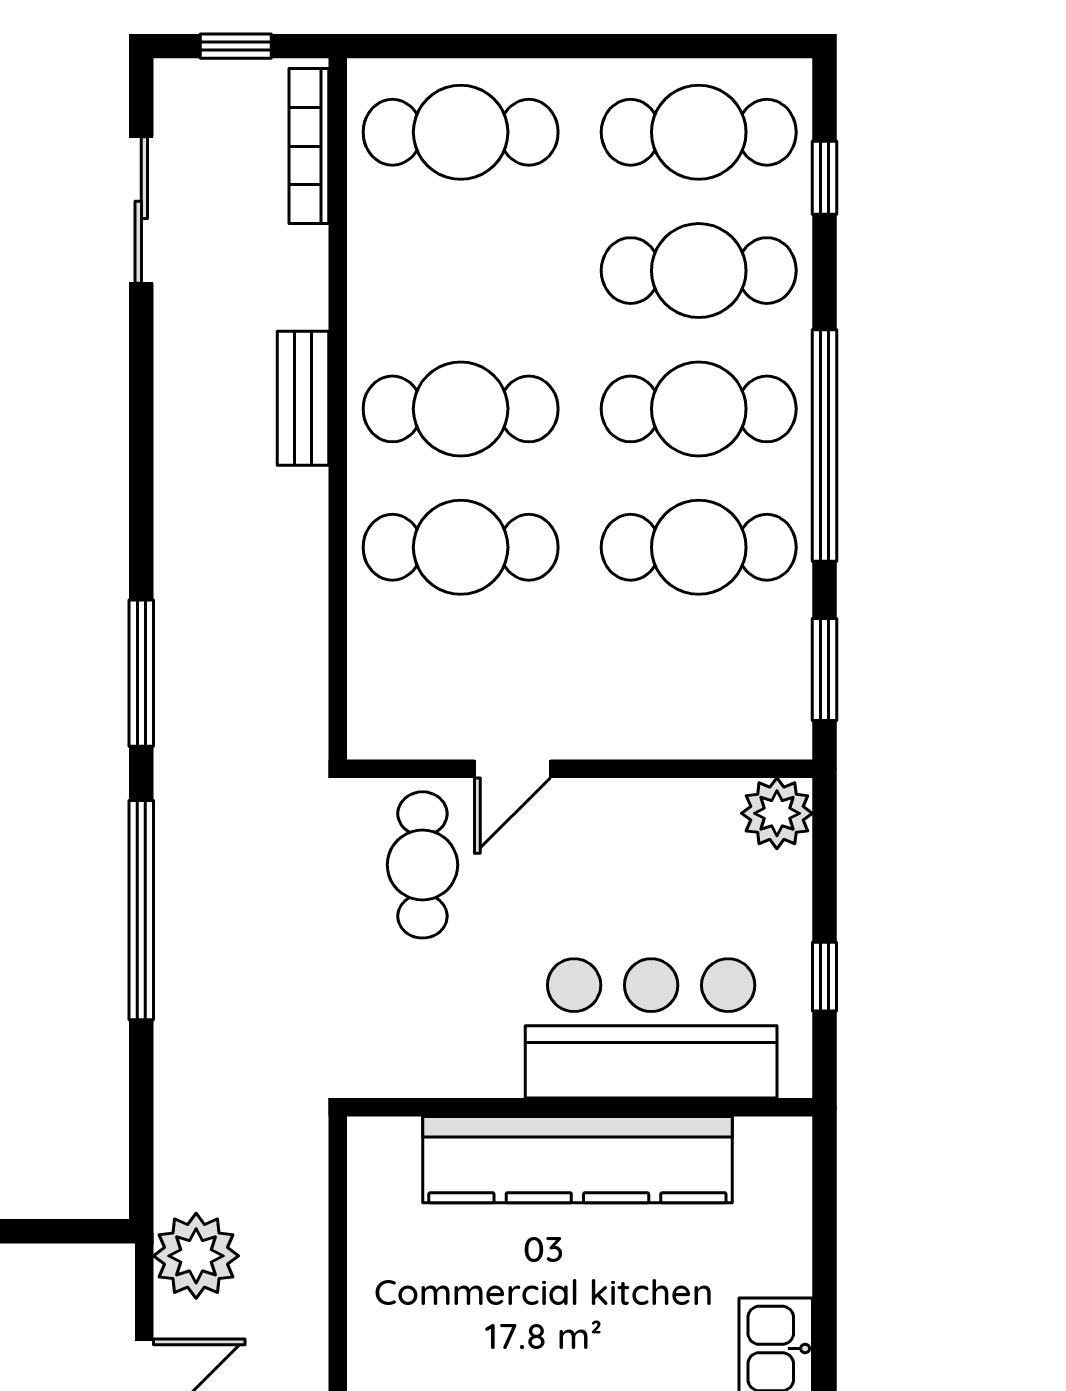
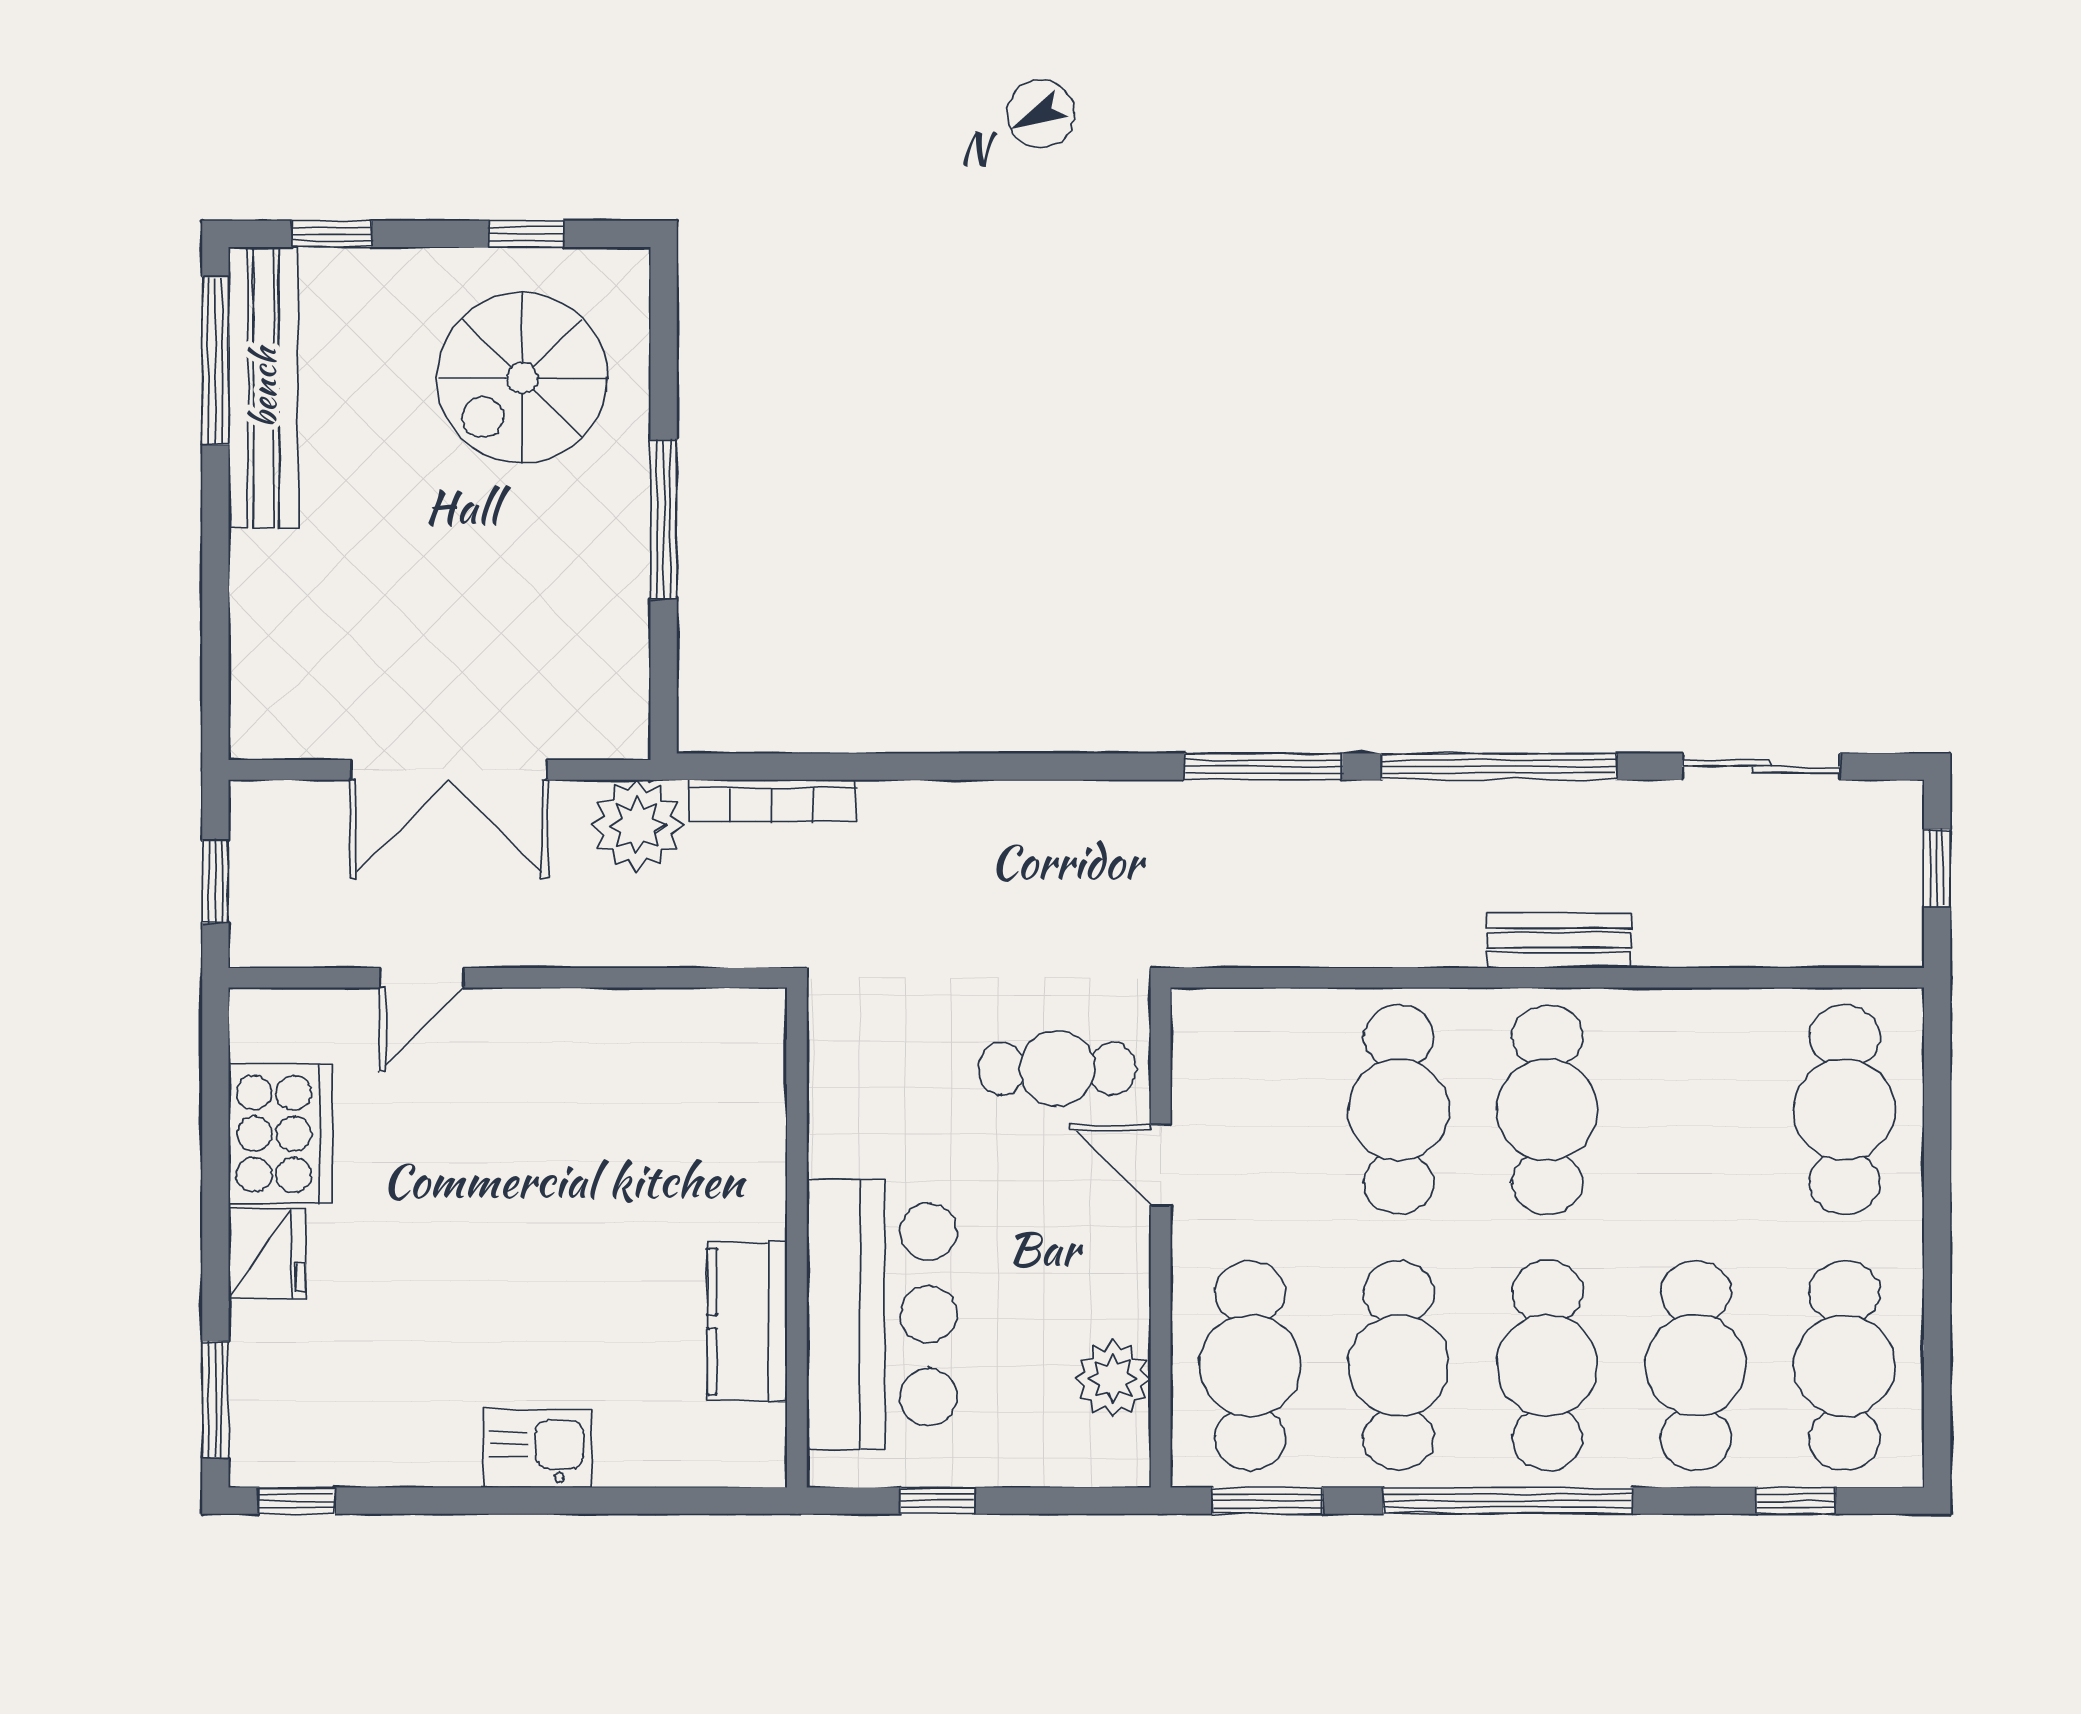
bookcase: (309, 146) -> (772, 801), moved, turned 180
cafe table: (699, 686) -> (1250, 1366), added
plant: (777, 813) -> (1113, 1379), moved
window: (141, 910) -> (1499, 767), moved
kitchen counter: (577, 1160) -> (747, 1322), width x0.48, depth x0.86

